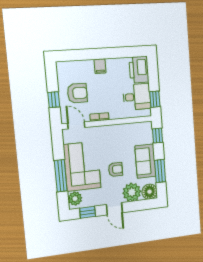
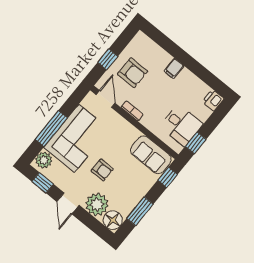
printer: (139, 70) -> (213, 100), width x0.53, depth x0.68
sofa: (145, 161) -> (151, 155), moved, turned -90

